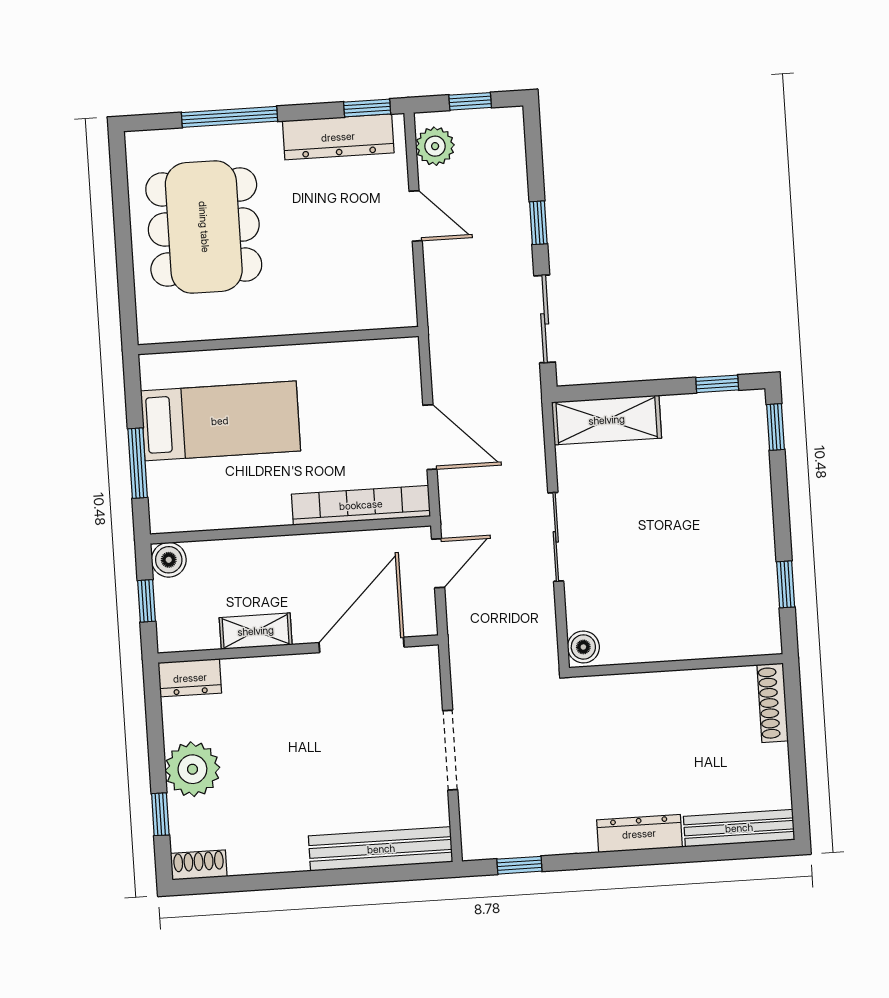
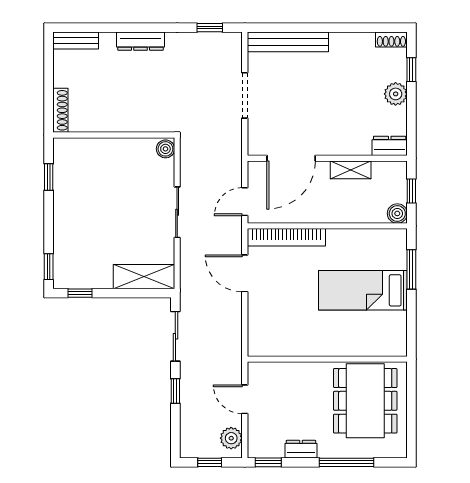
dresser: (338, 137) -> (301, 449), width x0.51, depth x0.80
wall: (278, 341) -> (327, 359), moved
plant: (192, 769) -> (396, 94), width x0.73, depth x0.73
bench: (739, 828) -> (76, 40), width x0.73

